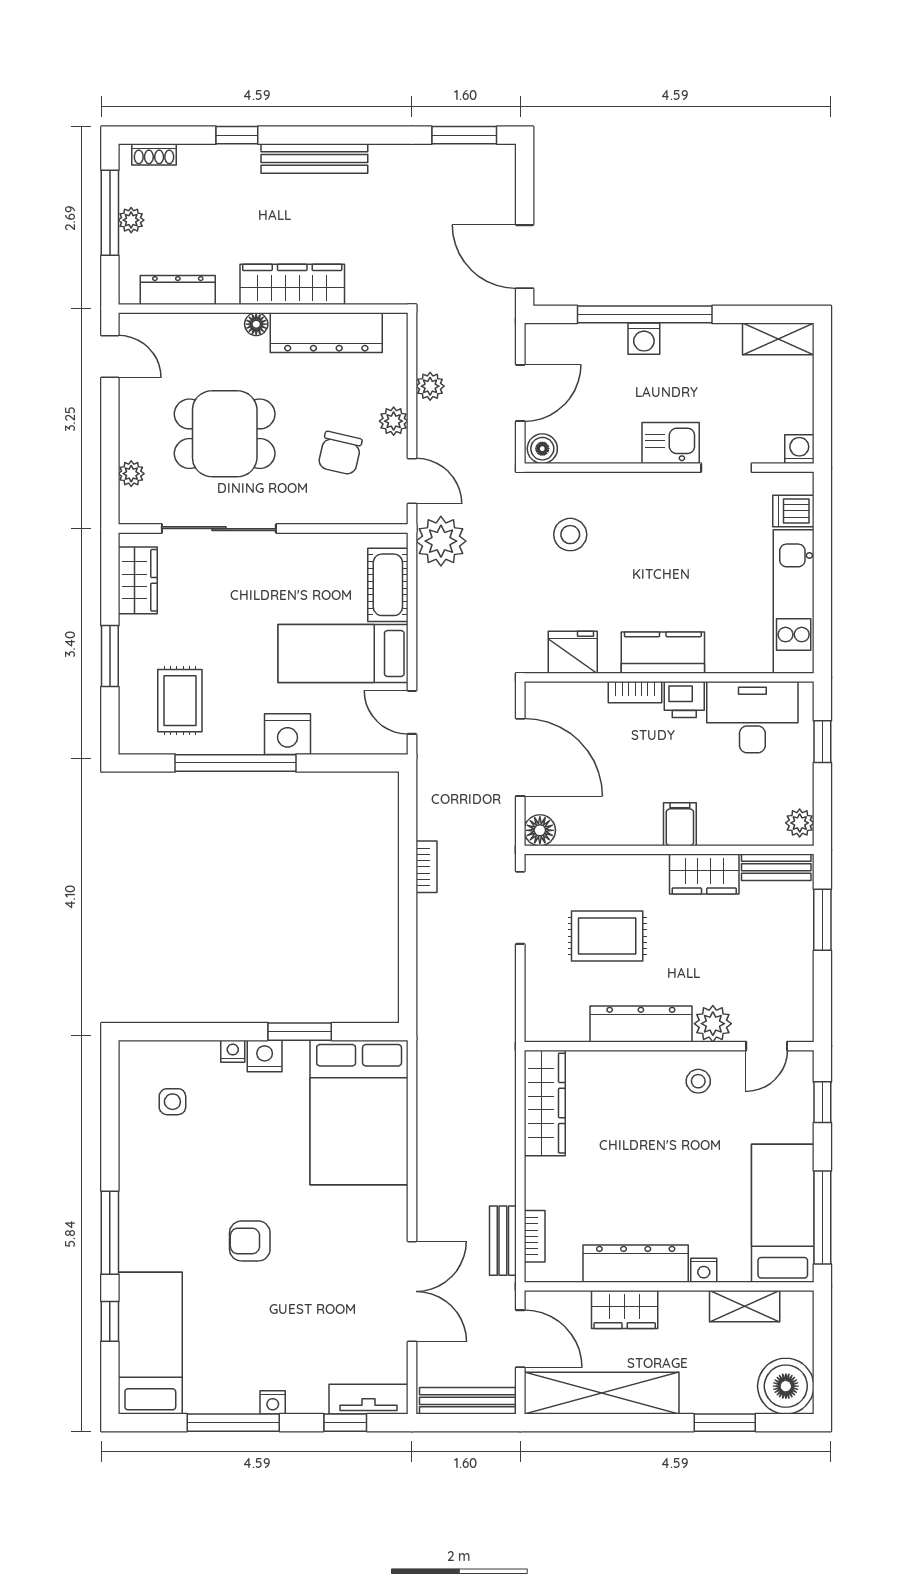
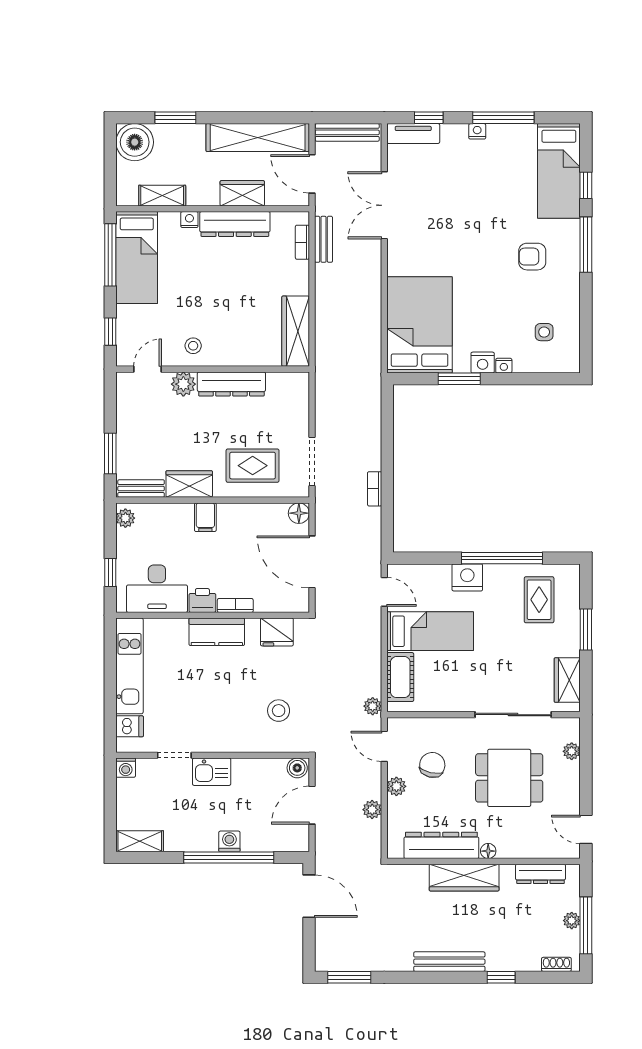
plant: (441, 541) -> (373, 706), width x0.53, depth x0.53
rug: (607, 936) -> (253, 466), moved
armchair: (250, 1241) -> (532, 257), moved, turned 180

